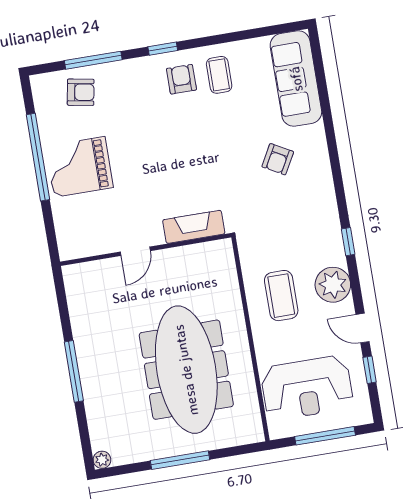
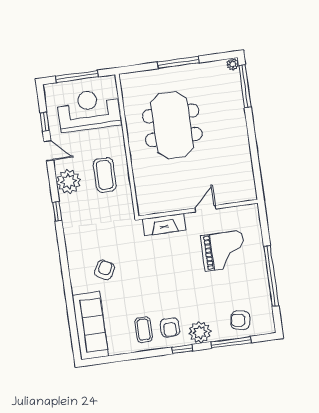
plant: (138, 73) -> (200, 332), added
grand piano: (79, 167) -> (224, 251), moved
meeting table: (186, 370) -> (172, 125), width x0.73
window: (74, 371) -> (245, 86), moved

